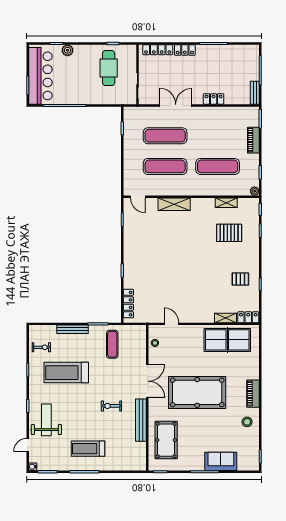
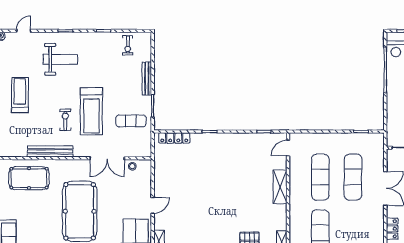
door: (171, 324) -> (153, 205), moved
treadmill: (66, 373) -> (91, 111), moved, turned 180
double door: (147, 381) -> (107, 158), moved
weight bench: (46, 420) -> (60, 59), moved
door: (28, 445) -> (24, 31), hinge flipped

